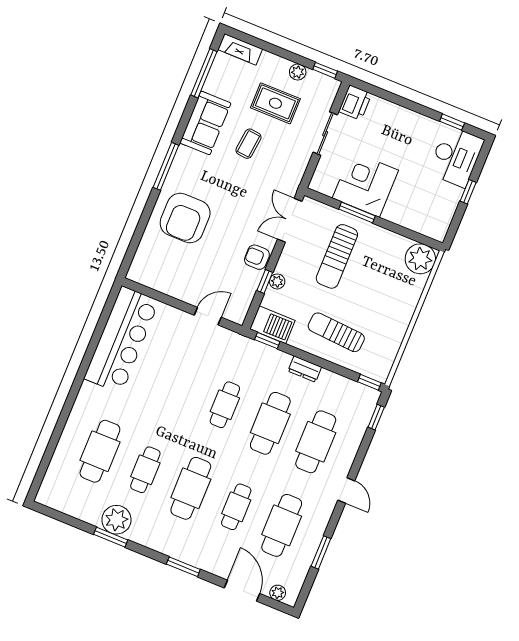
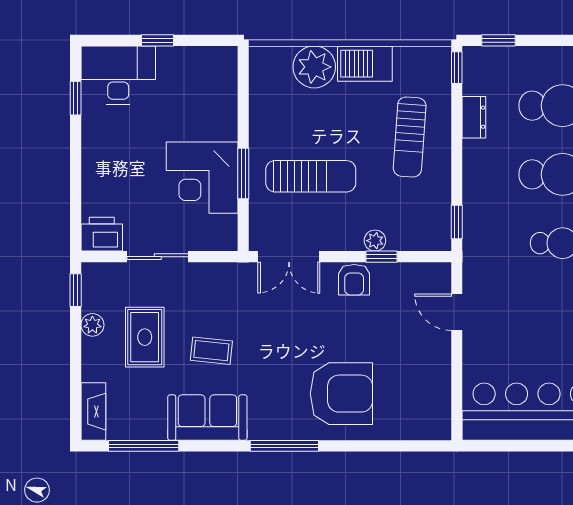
plant: (420, 259) -> (314, 67), moved
barbecue: (272, 325) -> (365, 64), moved, turned -90
dresser: (305, 369) -> (474, 117), moved

